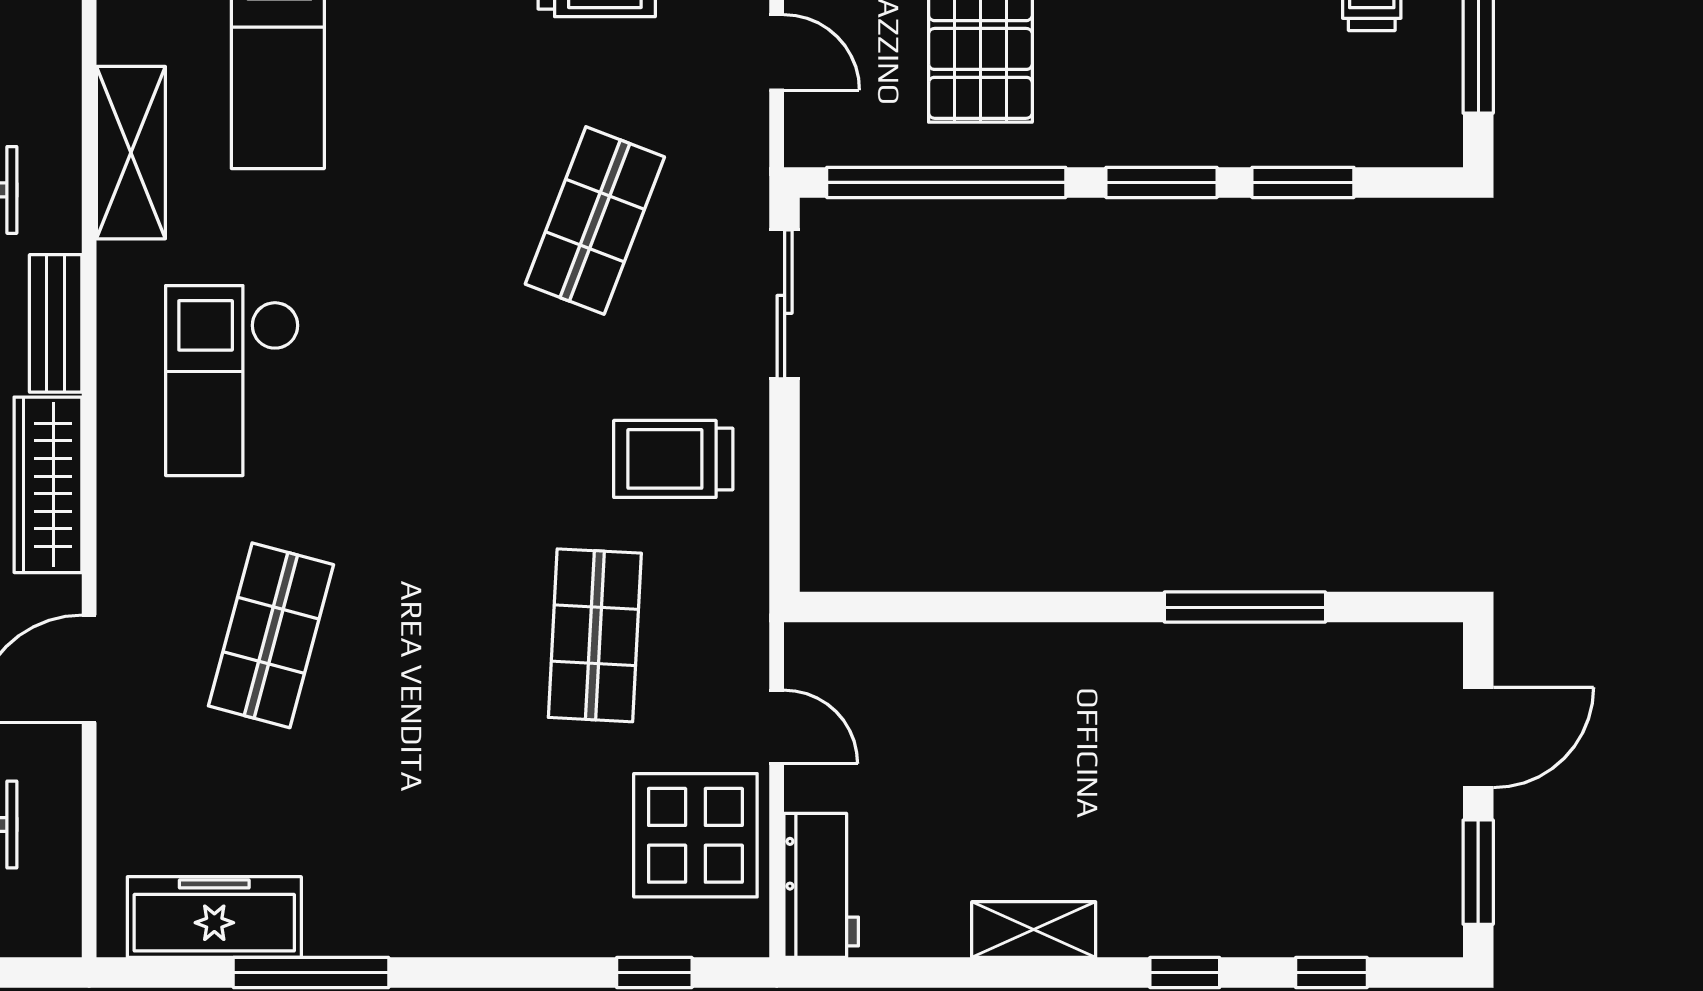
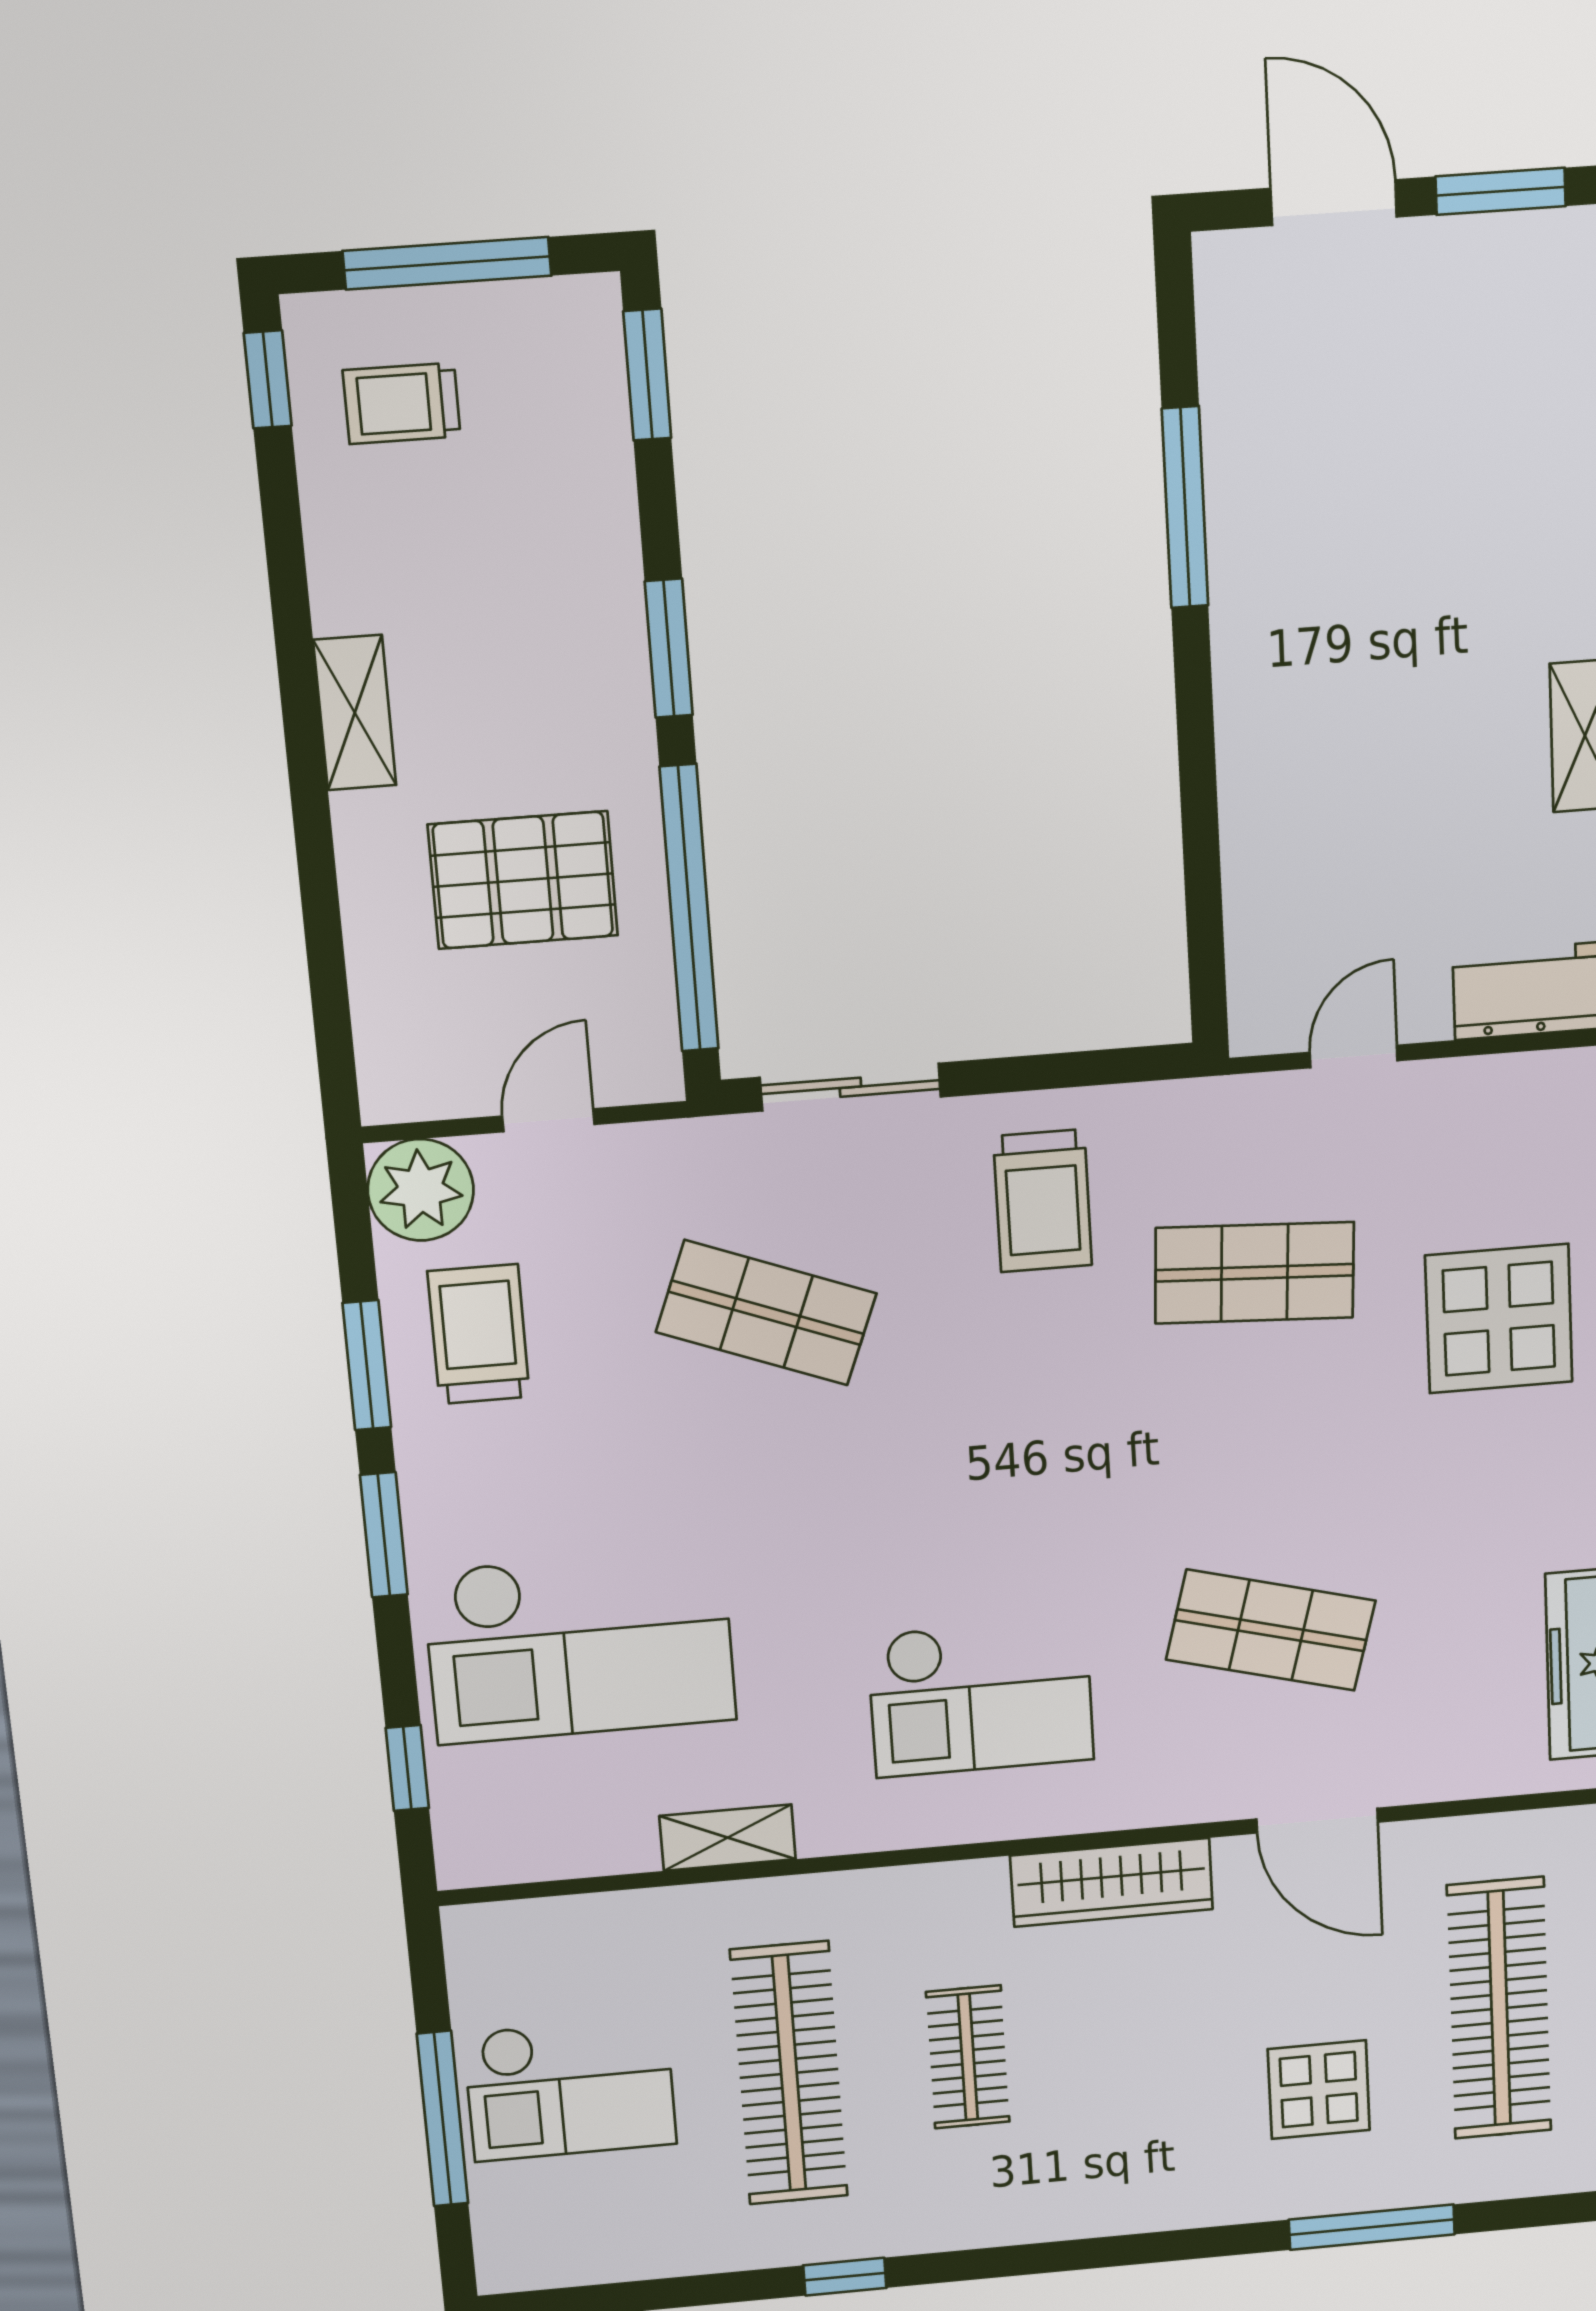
shelving: (131, 153) -> (728, 1838), width x0.67, depth x0.75
window: (1303, 182) -> (647, 375), moved
bench: (56, 323) -> (928, 1891), removed
display table: (695, 835) -> (1499, 1319), moved

